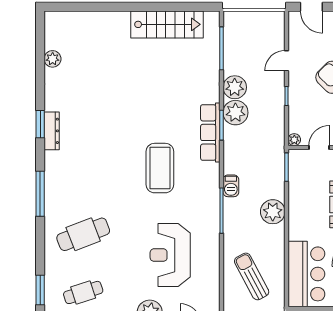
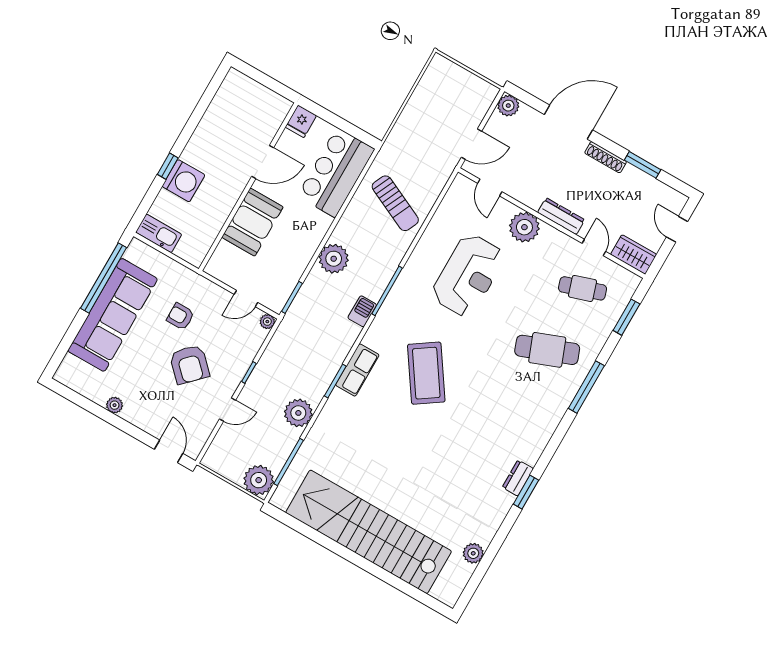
stairs: (167, 24) -> (369, 532), width x1.86, depth x1.51
plant: (235, 113) -> (259, 480), moved
dresser: (52, 131) -> (518, 478), width x0.70
row of seats: (210, 132) -> (357, 370), width x0.68
coffee table: (160, 168) -> (426, 373), turned -34
window: (40, 194) -> (586, 387), moved
sun lounger: (252, 276) -> (395, 203), turned -37

